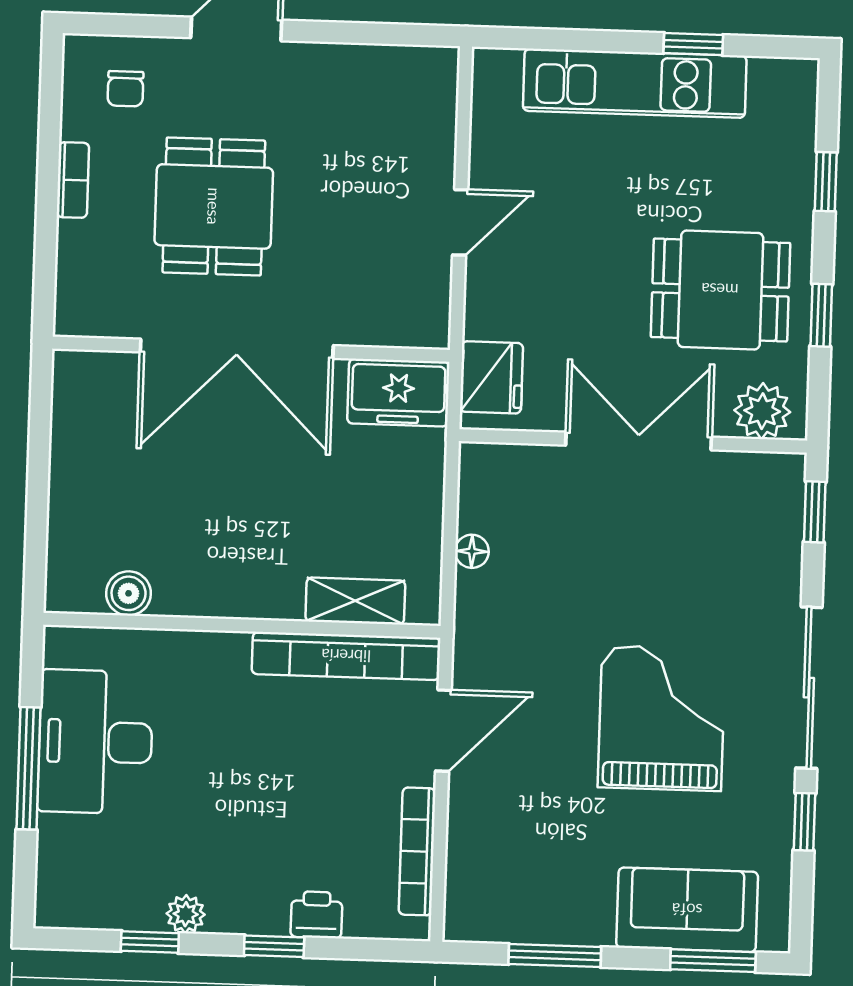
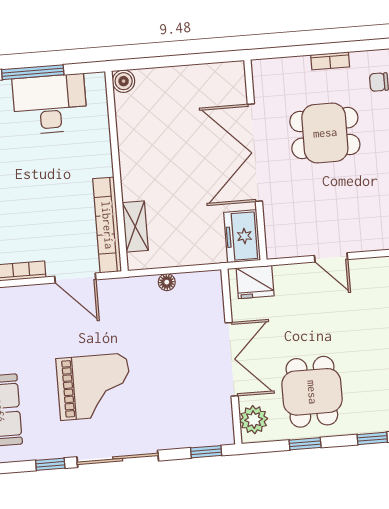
boiler: (129, 593) -> (124, 81), moved

